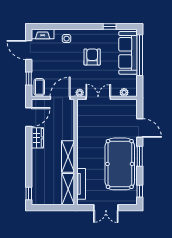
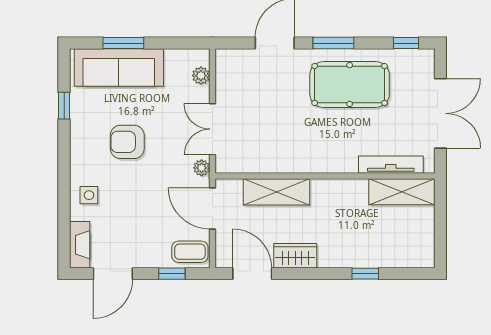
window: (140, 55) -> (123, 43), width x0.47
shelving: (68, 157) -> (276, 192), moved
pool table: (120, 164) -> (350, 84), width x0.73, depth x0.76
window: (29, 193) -> (365, 274), moved
double door: (106, 208) -> (440, 113), width x1.37

